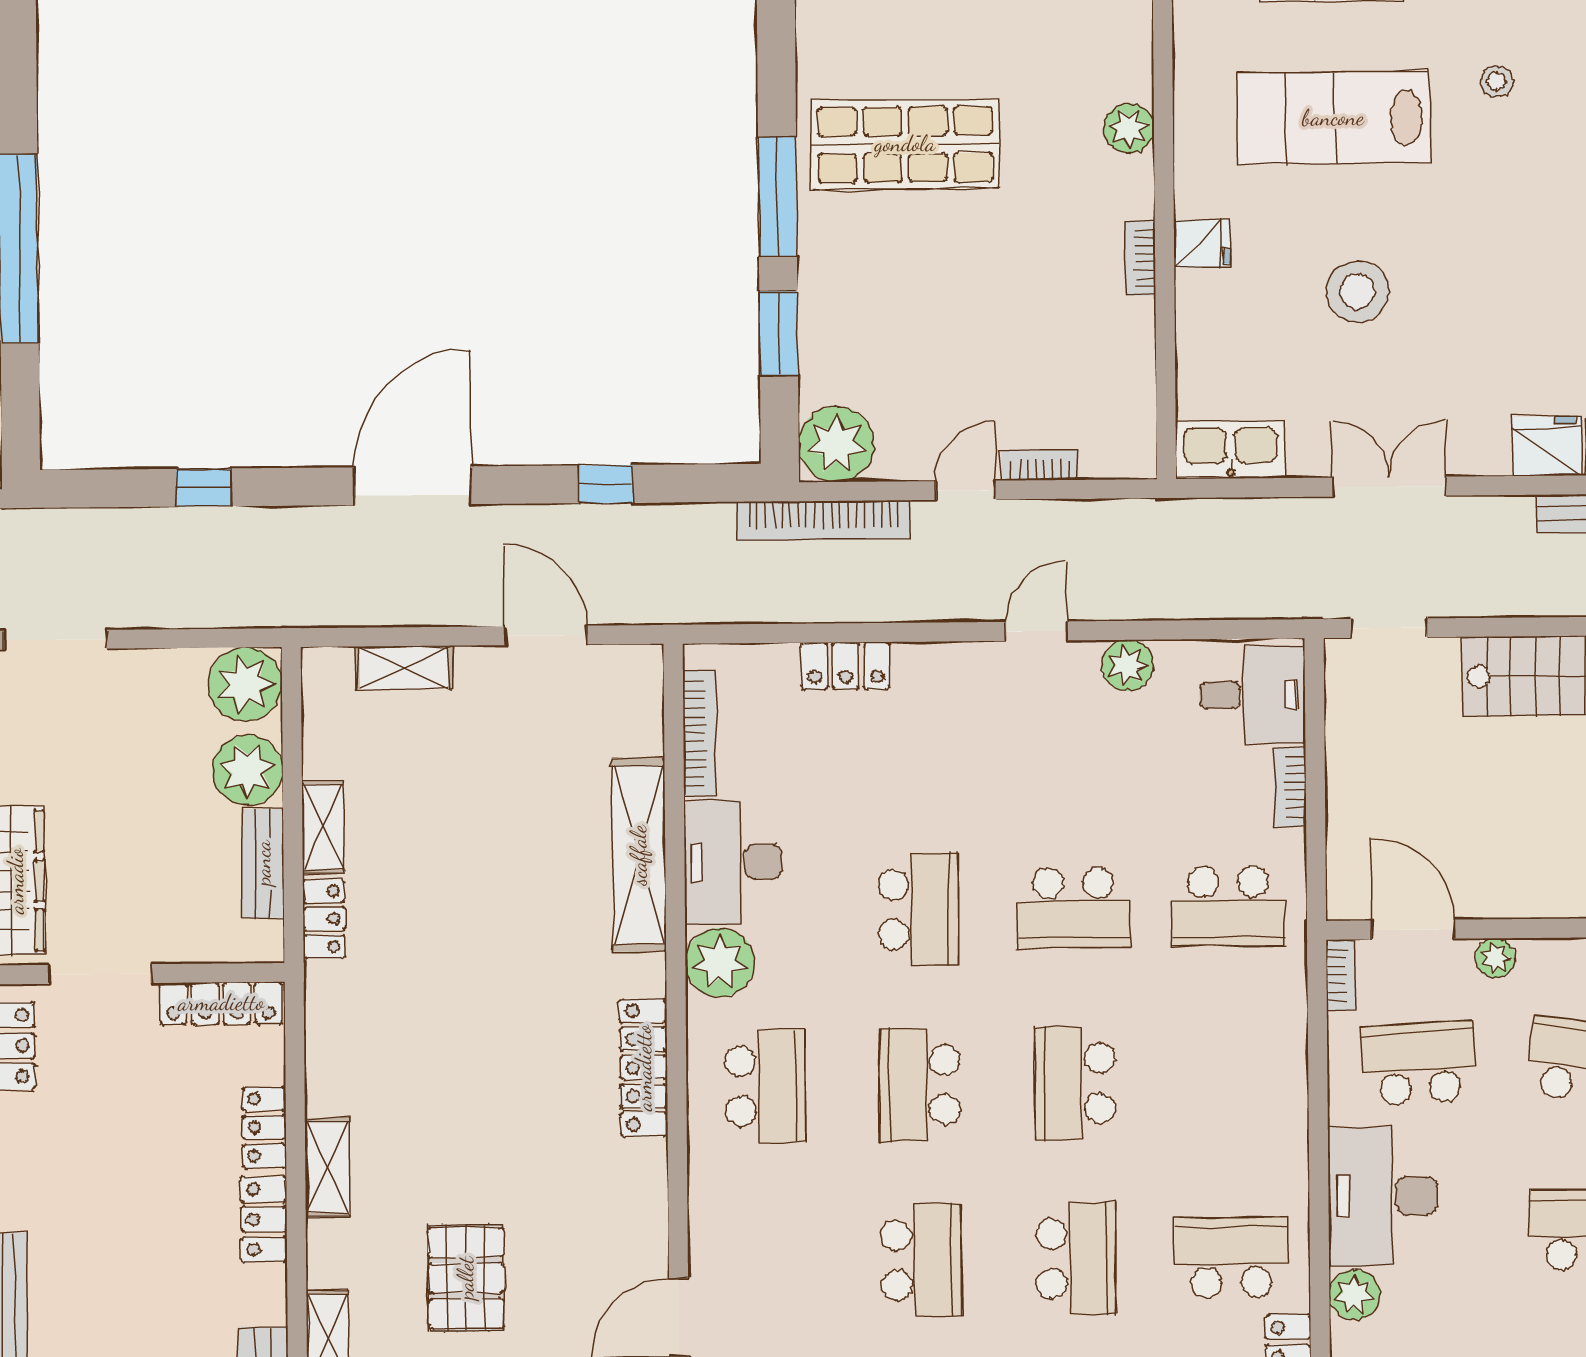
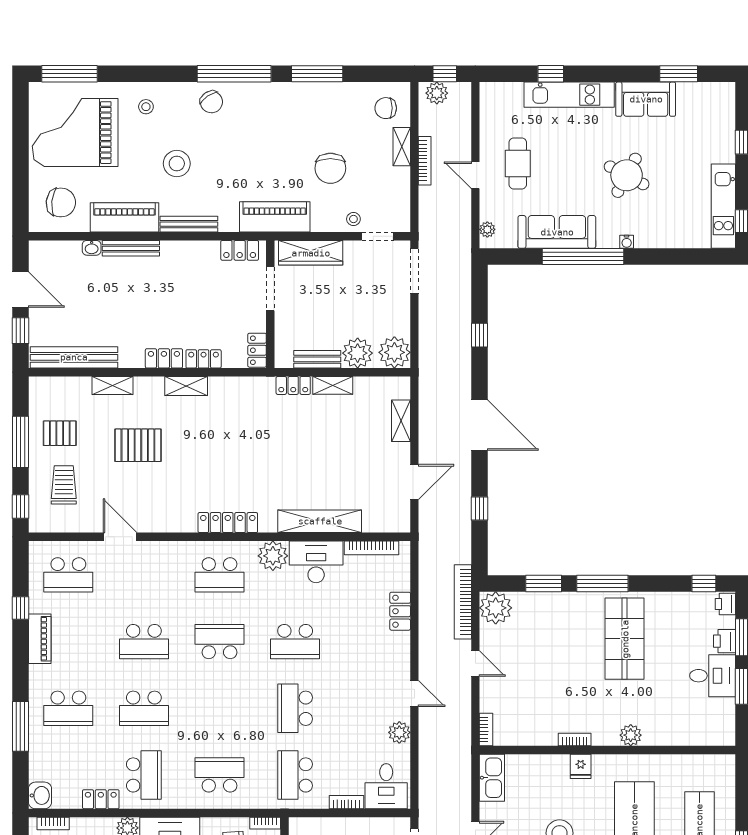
bookcase: (1040, 465) -> (486, 729), moved
locker: (221, 1003) -> (257, 350), width x0.66
school desk: (1075, 1083) -> (219, 775), moved

